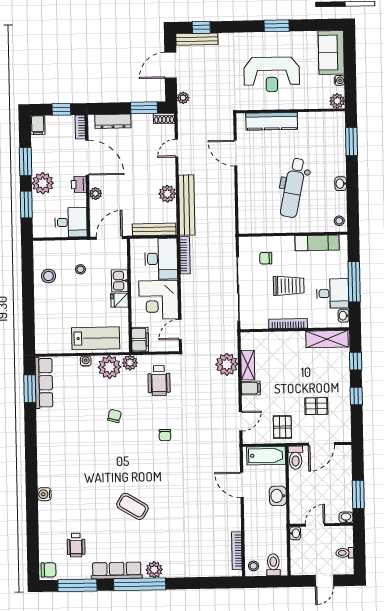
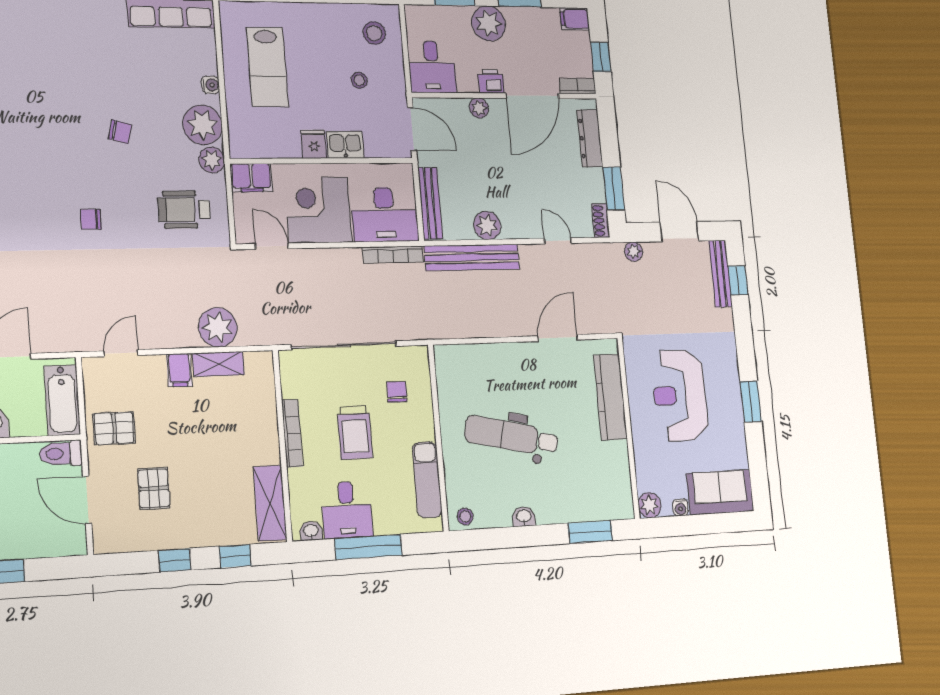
stool: (48, 276) -> (374, 33), moved
lab bench: (96, 338) -> (267, 67), moved
door: (241, 421) -> (121, 353), swing flipped

